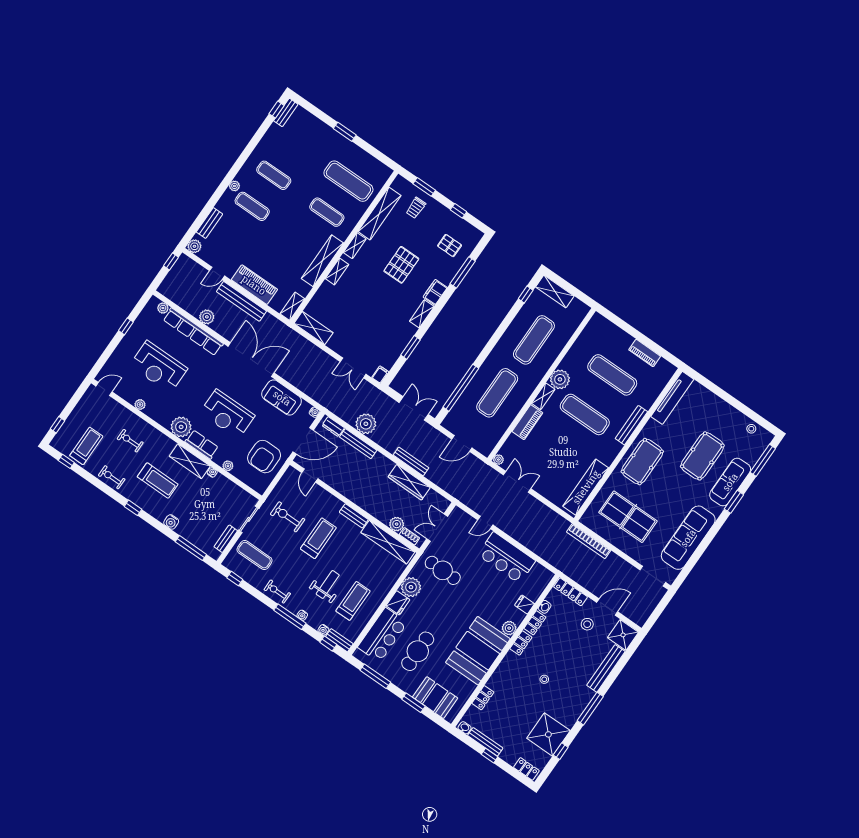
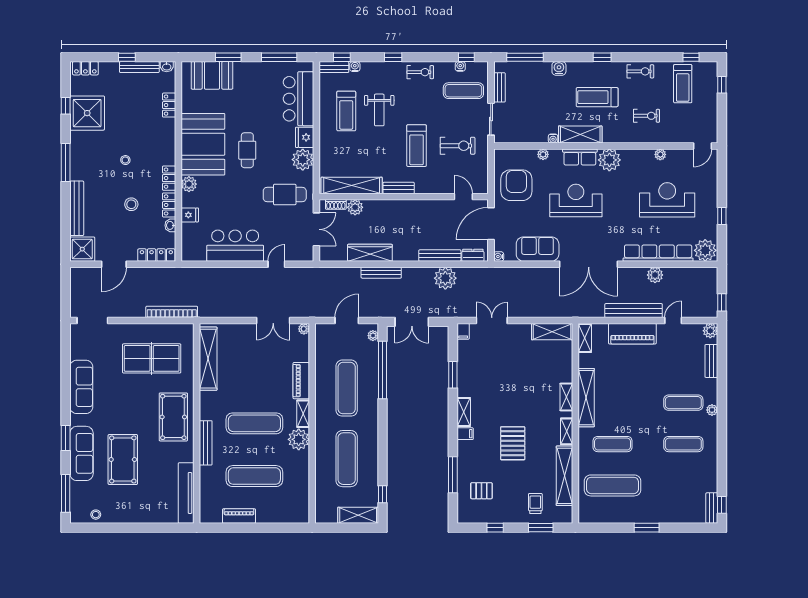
filing cabinet: (435, 292) -> (465, 434), width x0.50
plant: (163, 308) -> (705, 250), width x1.87, depth x1.87
plant: (450, 418) -> (373, 336), added
sofa: (688, 538) -> (81, 387), width x0.74, depth x0.79
water cooler: (302, 615) -> (460, 66), moved
window: (290, 617) -> (393, 57), width x0.46
stool: (587, 624) -> (131, 204), moved
cafe table: (418, 651) -> (247, 150), moved, width x0.73, depth x0.74

